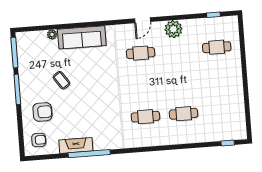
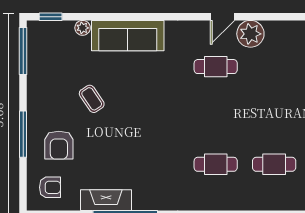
window: (31, 29) -> (51, 17), added
plant: (173, 29) -> (250, 34), moved
window: (17, 89) -> (23, 134), moved
armchair: (42, 112) -> (59, 145), turned 90

